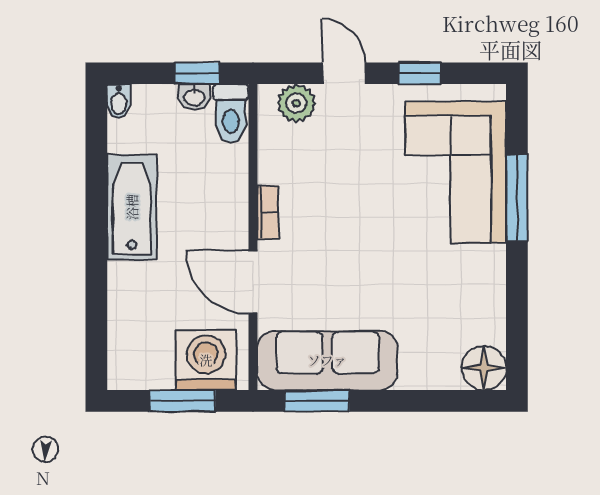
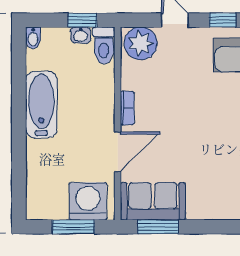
plant: (296, 103) -> (141, 43), width x1.36, depth x1.36
door: (253, 282) -> (118, 152), swing flipped
sofa: (327, 360) -> (153, 201), width x0.73

